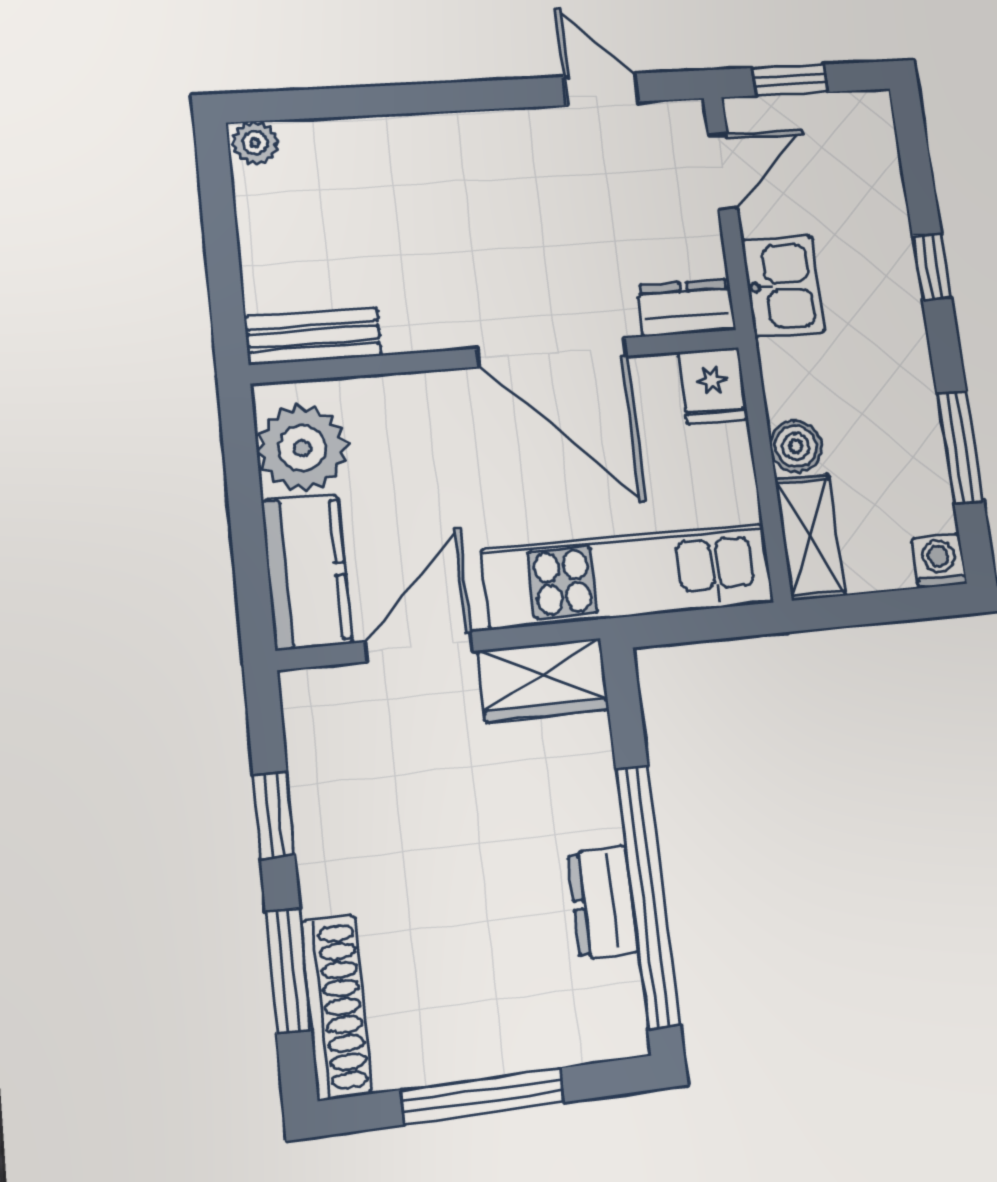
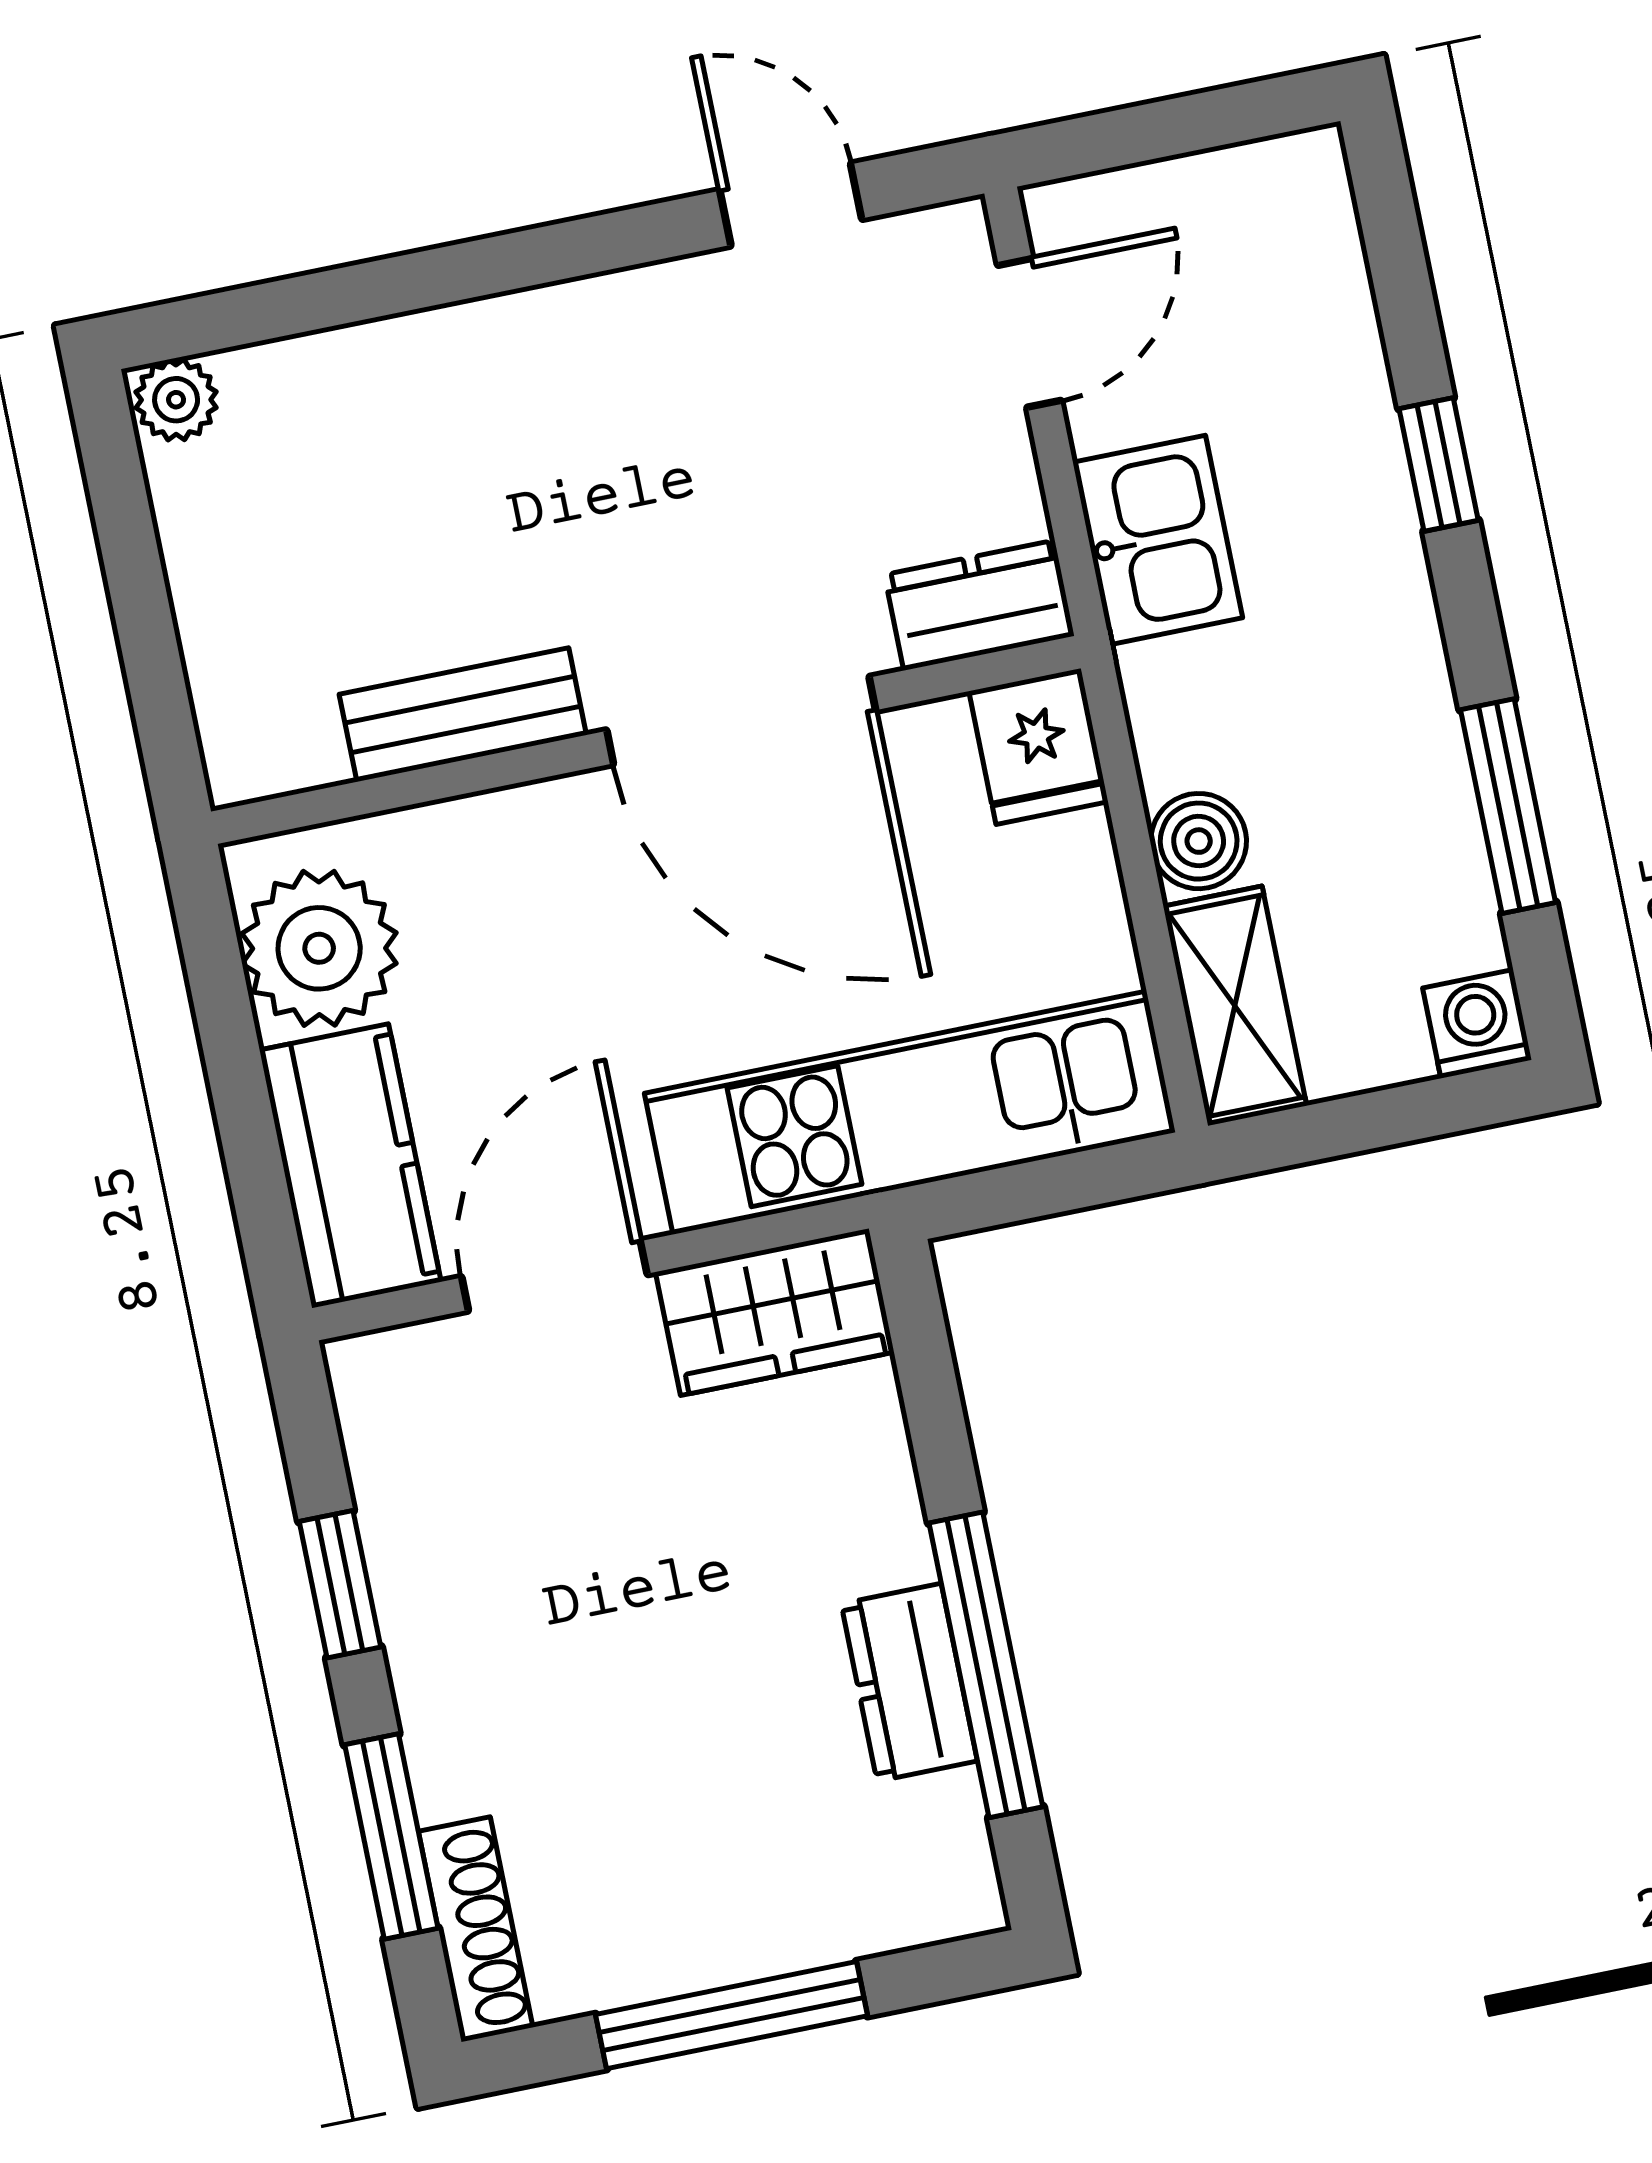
window: (790, 80) -> (1146, 132), removed
bench: (313, 336) -> (463, 715), moved
window: (648, 896) -> (986, 1665), width x0.68
shoe rack: (336, 1007) -> (476, 1929), width x0.74, depth x0.81

